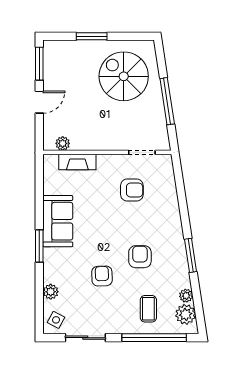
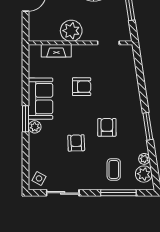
plant: (63, 143) -> (71, 31), moved, width x1.87, depth x1.87
armchair: (132, 190) -> (82, 87), moved
plant: (51, 292) -> (35, 127), moved
window: (154, 338) -> (118, 193), width x0.68

